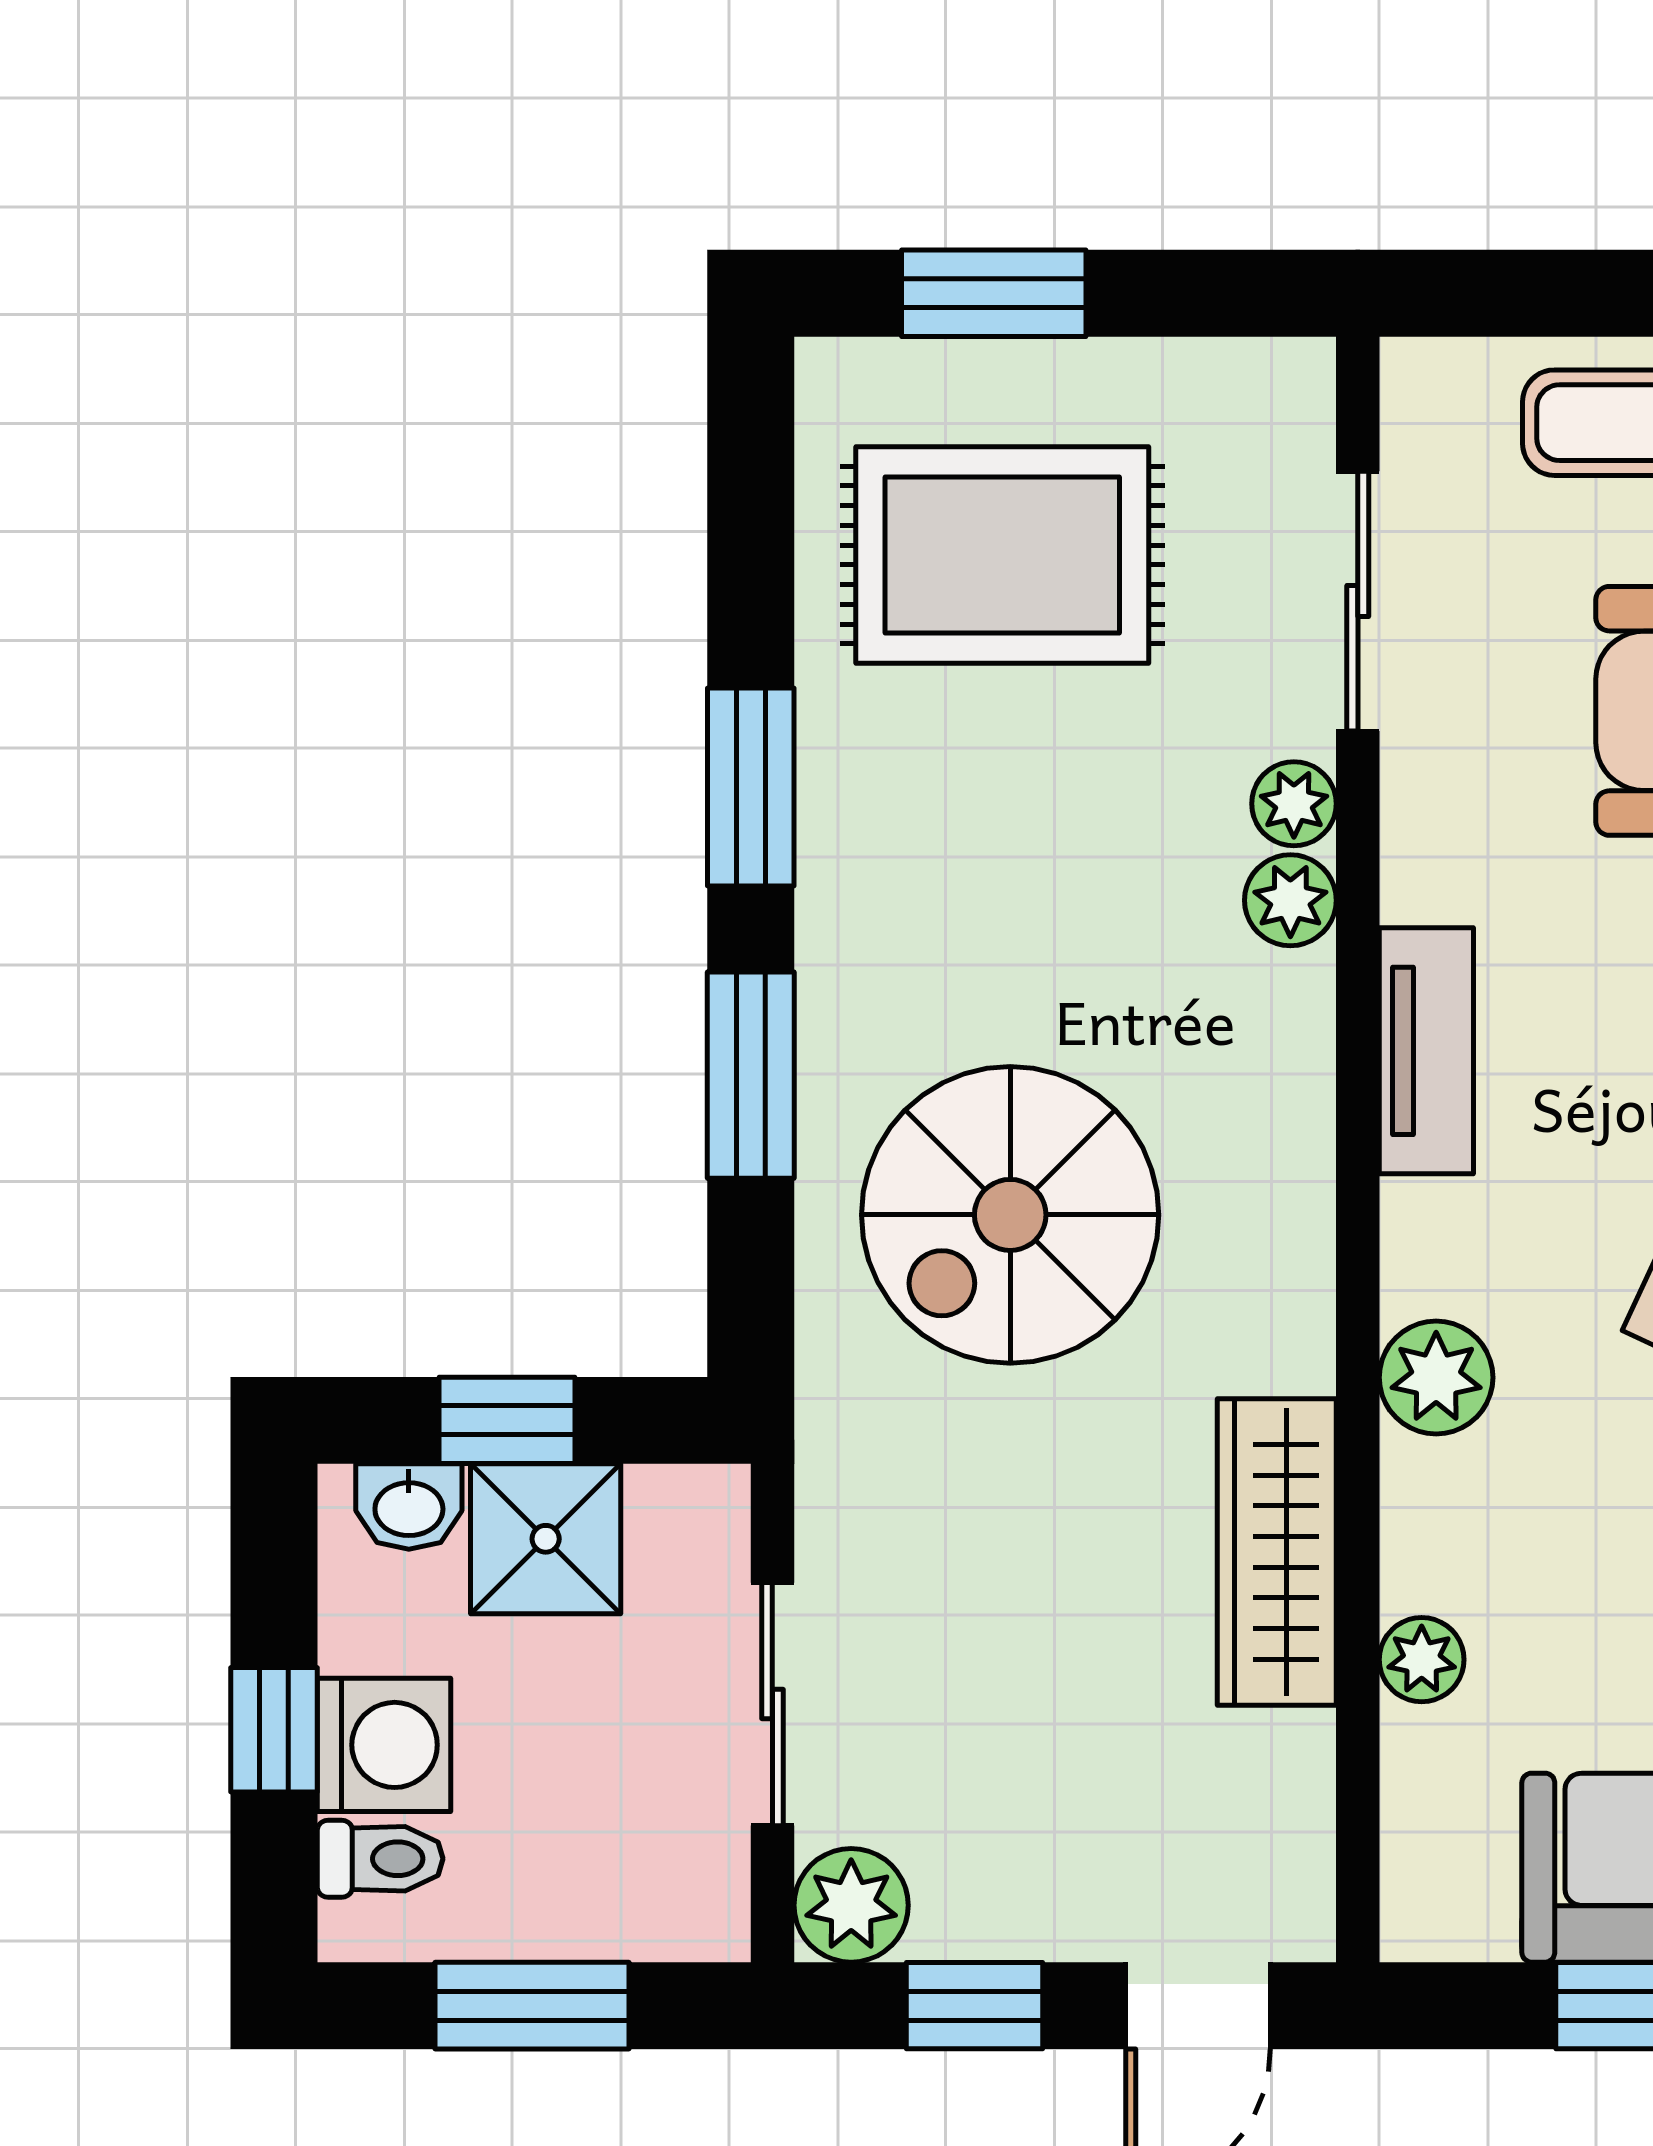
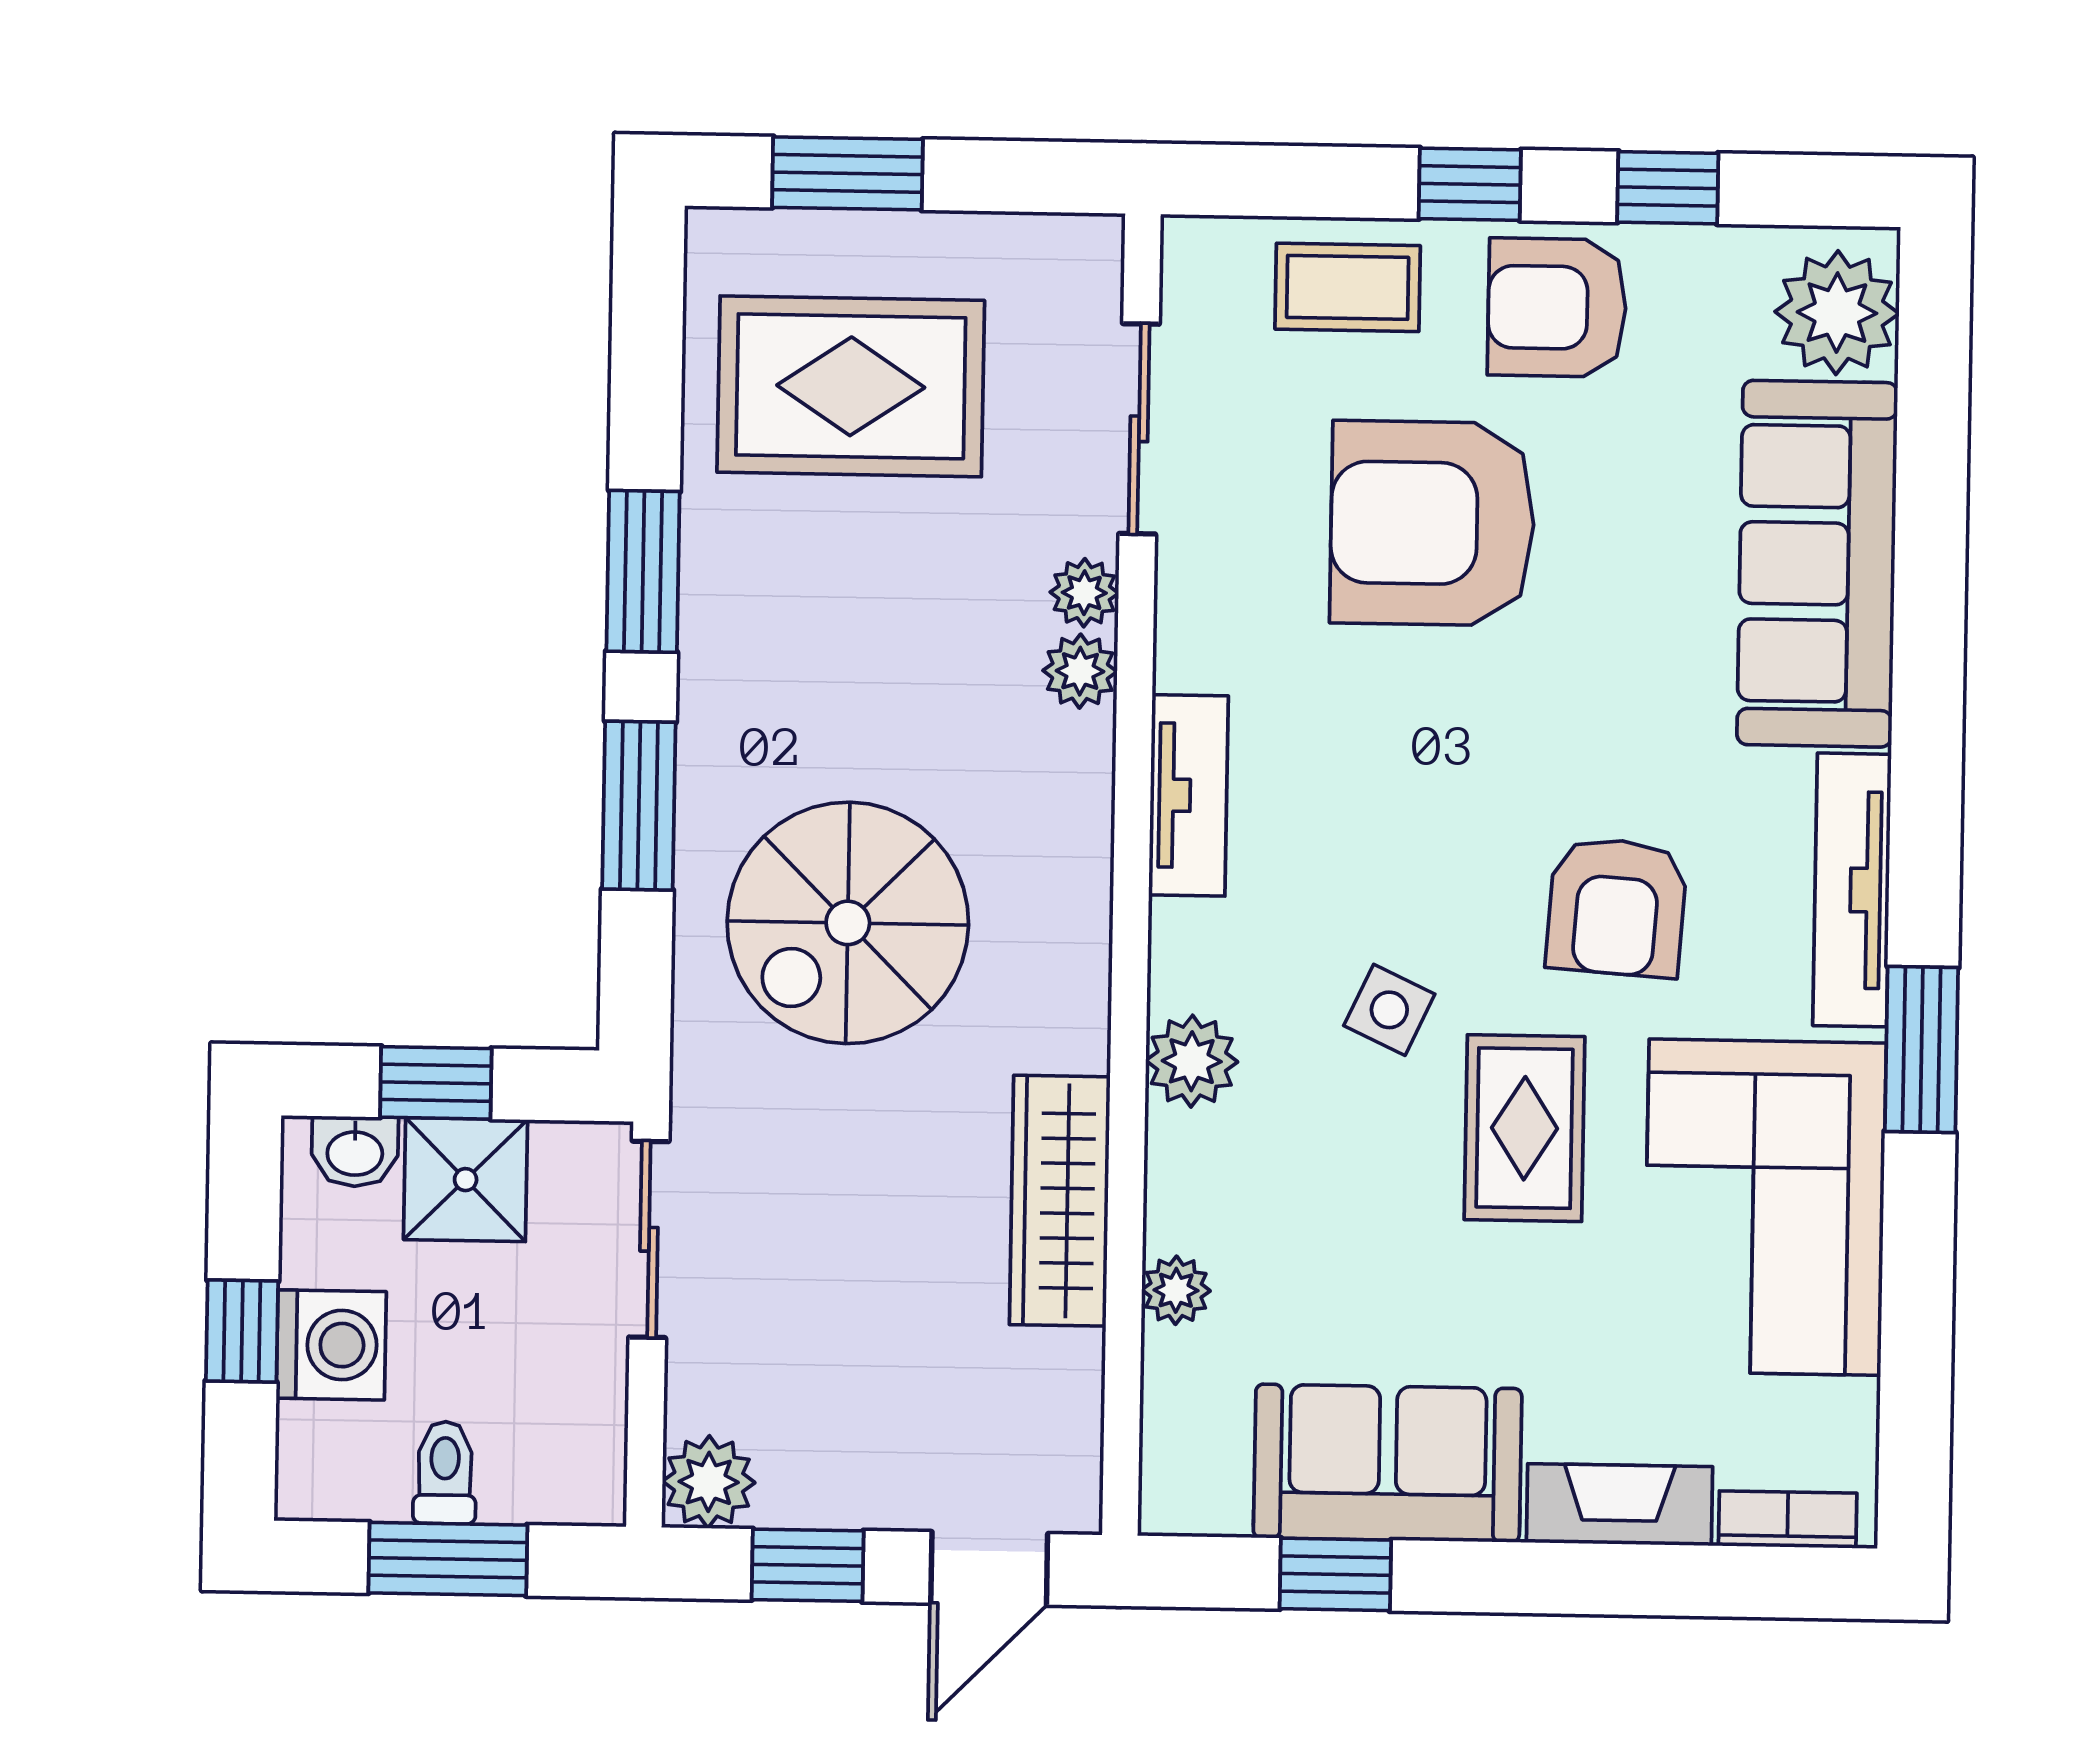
sliding door: (772, 1704) -> (649, 1239), moved
toilet: (380, 1859) -> (445, 1473), moved, turned -90

